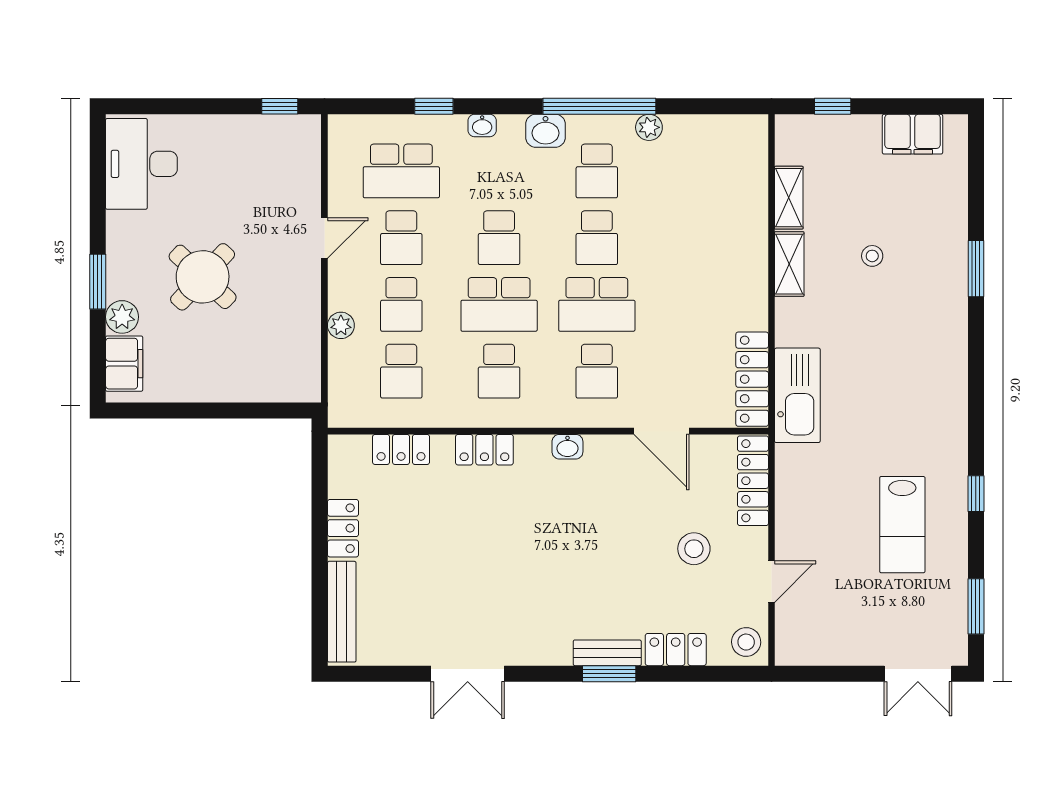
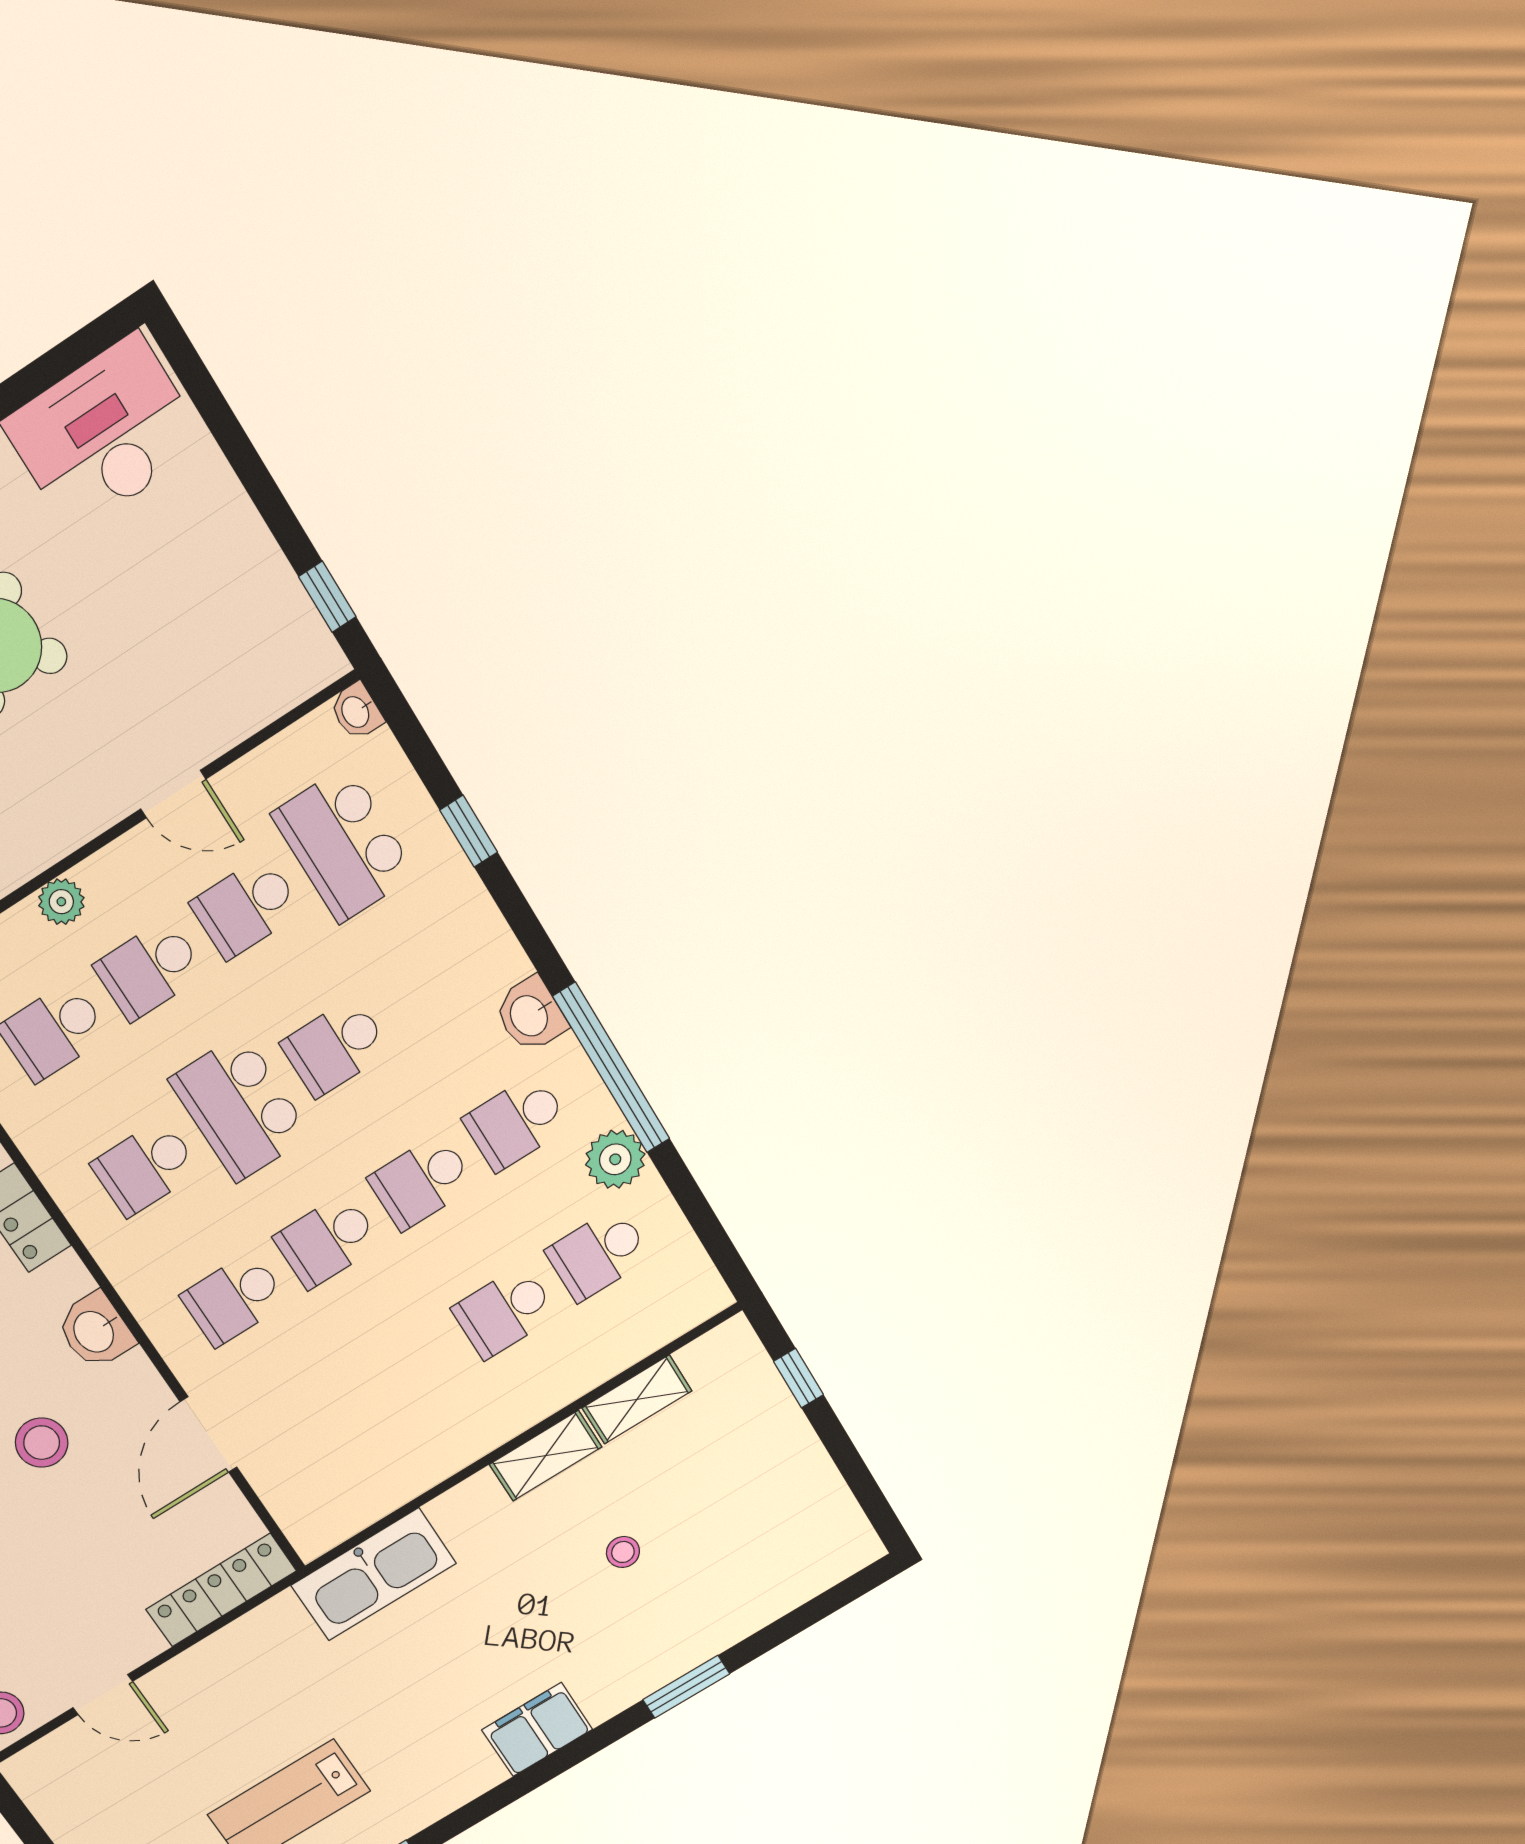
washbasin: (482, 125) -> (356, 711), moved
plant: (649, 127) -> (615, 1159), width x1.38, depth x1.38
filing cabinet: (913, 134) -> (537, 1730), moved, turned 90
school desk: (695, 171) -> (598, 1254), added
school desk: (695, 238) -> (504, 1312), added
school desk: (597, 304) -> (327, 1241), width x0.54
locker: (752, 379) -> (357, 1505), removed
washbasin: (567, 447) -> (95, 1331), width x1.38, depth x1.45
stool: (694, 549) -> (42, 1443), moved

